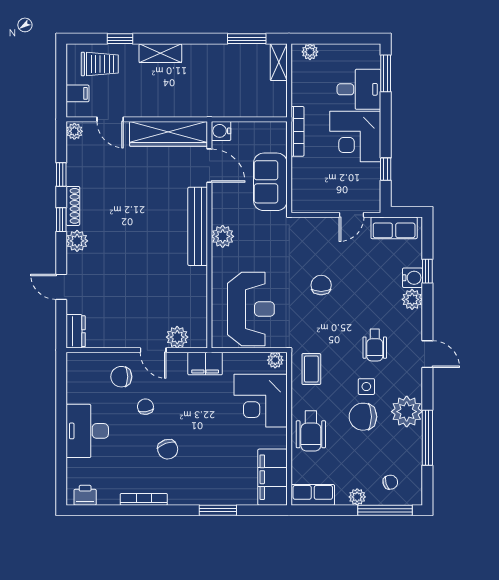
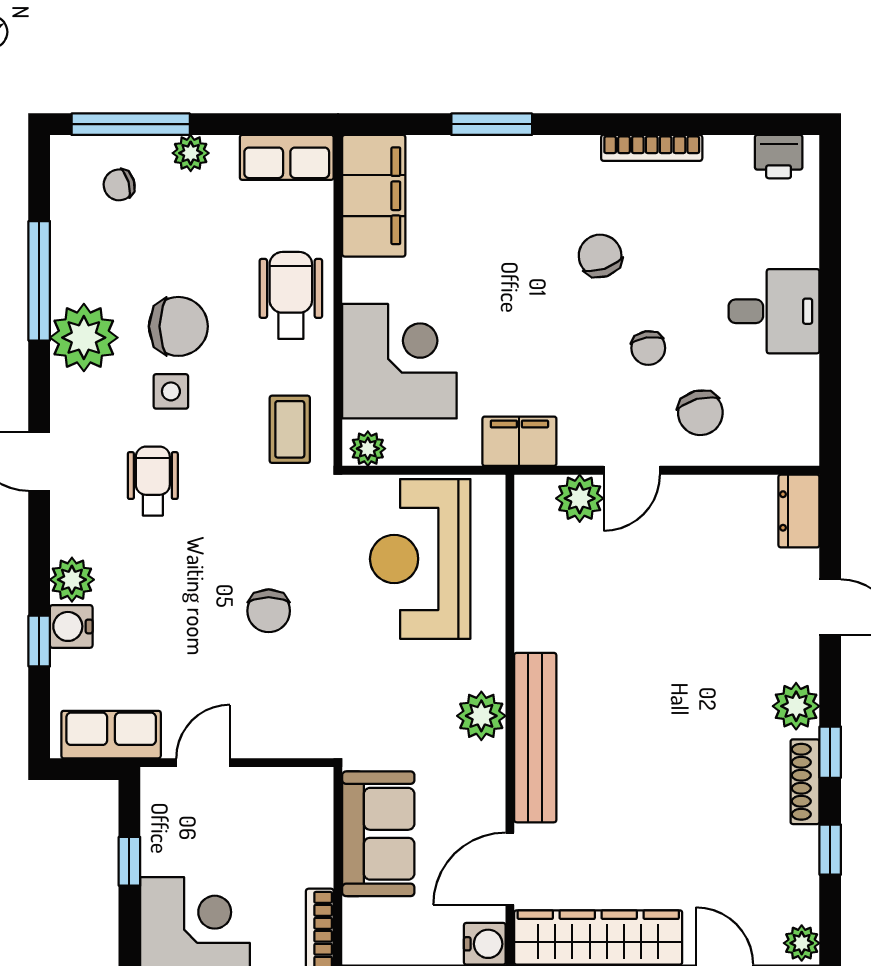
door: (209, 166) -> (510, 869), hinge flipped
door: (153, 350) -> (632, 470), swing flipped
chair: (121, 377) -> (700, 413), turned 75
desk: (87, 431) -> (774, 311), width x0.73

